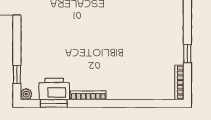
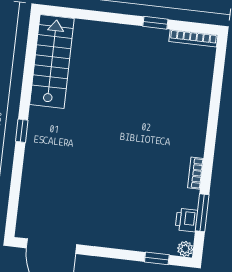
printer: (54, 89) -> (186, 220), width x0.53, depth x0.68
bookcase: (88, 95) -> (196, 173), width x0.64

